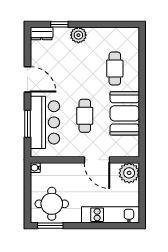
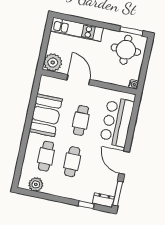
plant: (78, 35) -> (36, 184), moved
cafe table: (85, 68) -> (72, 162), added
window: (27, 124) -> (118, 194), moved

